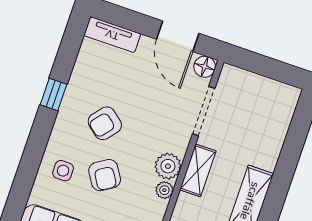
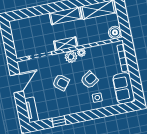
floor lamp: (205, 67) -> (23, 65), removed
window: (53, 95) -> (59, 121), moved
armchair: (105, 123) -> (61, 82), moved

